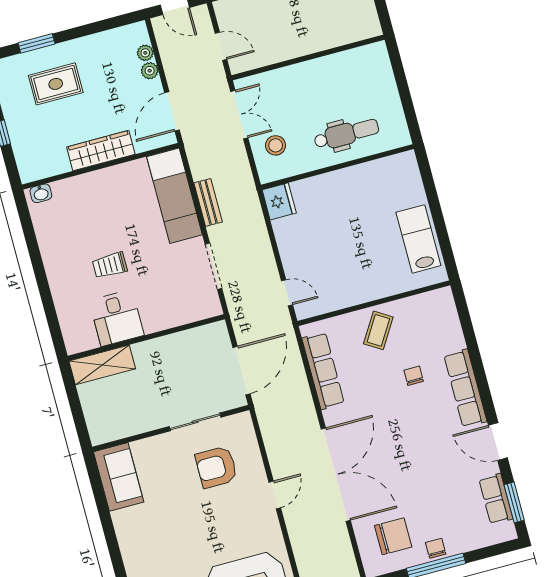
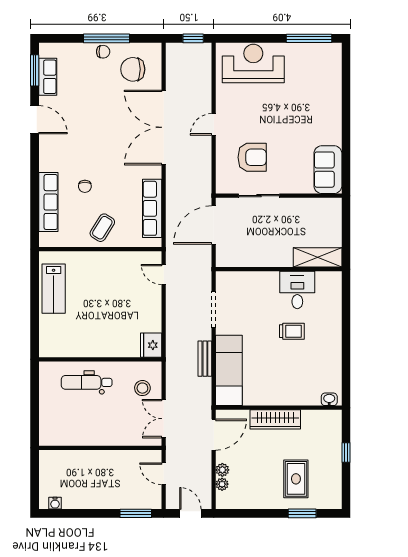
rug: (56, 84) -> (296, 479), turned 90
row of seats: (465, 388) -> (48, 202), moved
chair: (436, 548) -> (103, 52), turned -90

